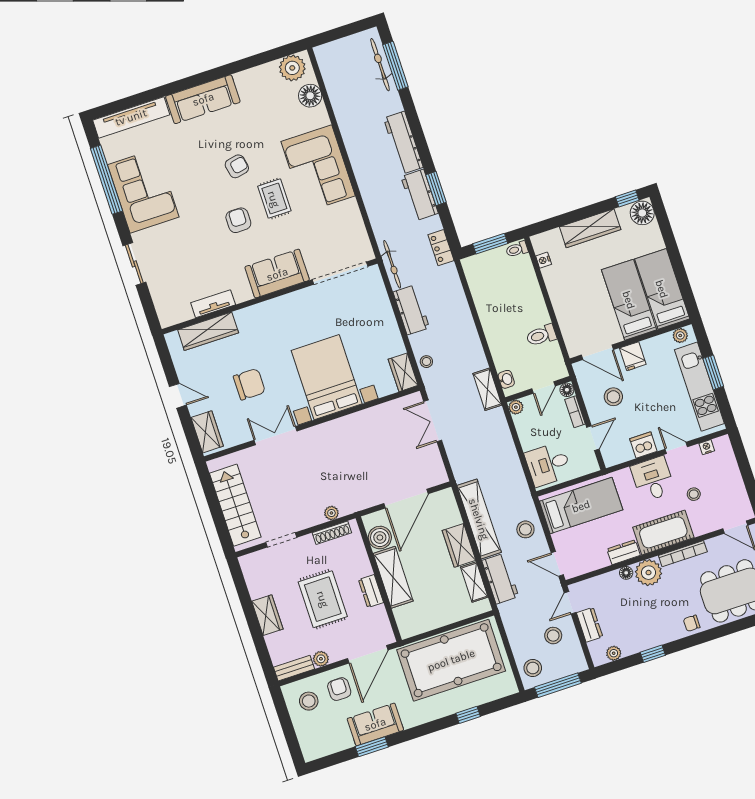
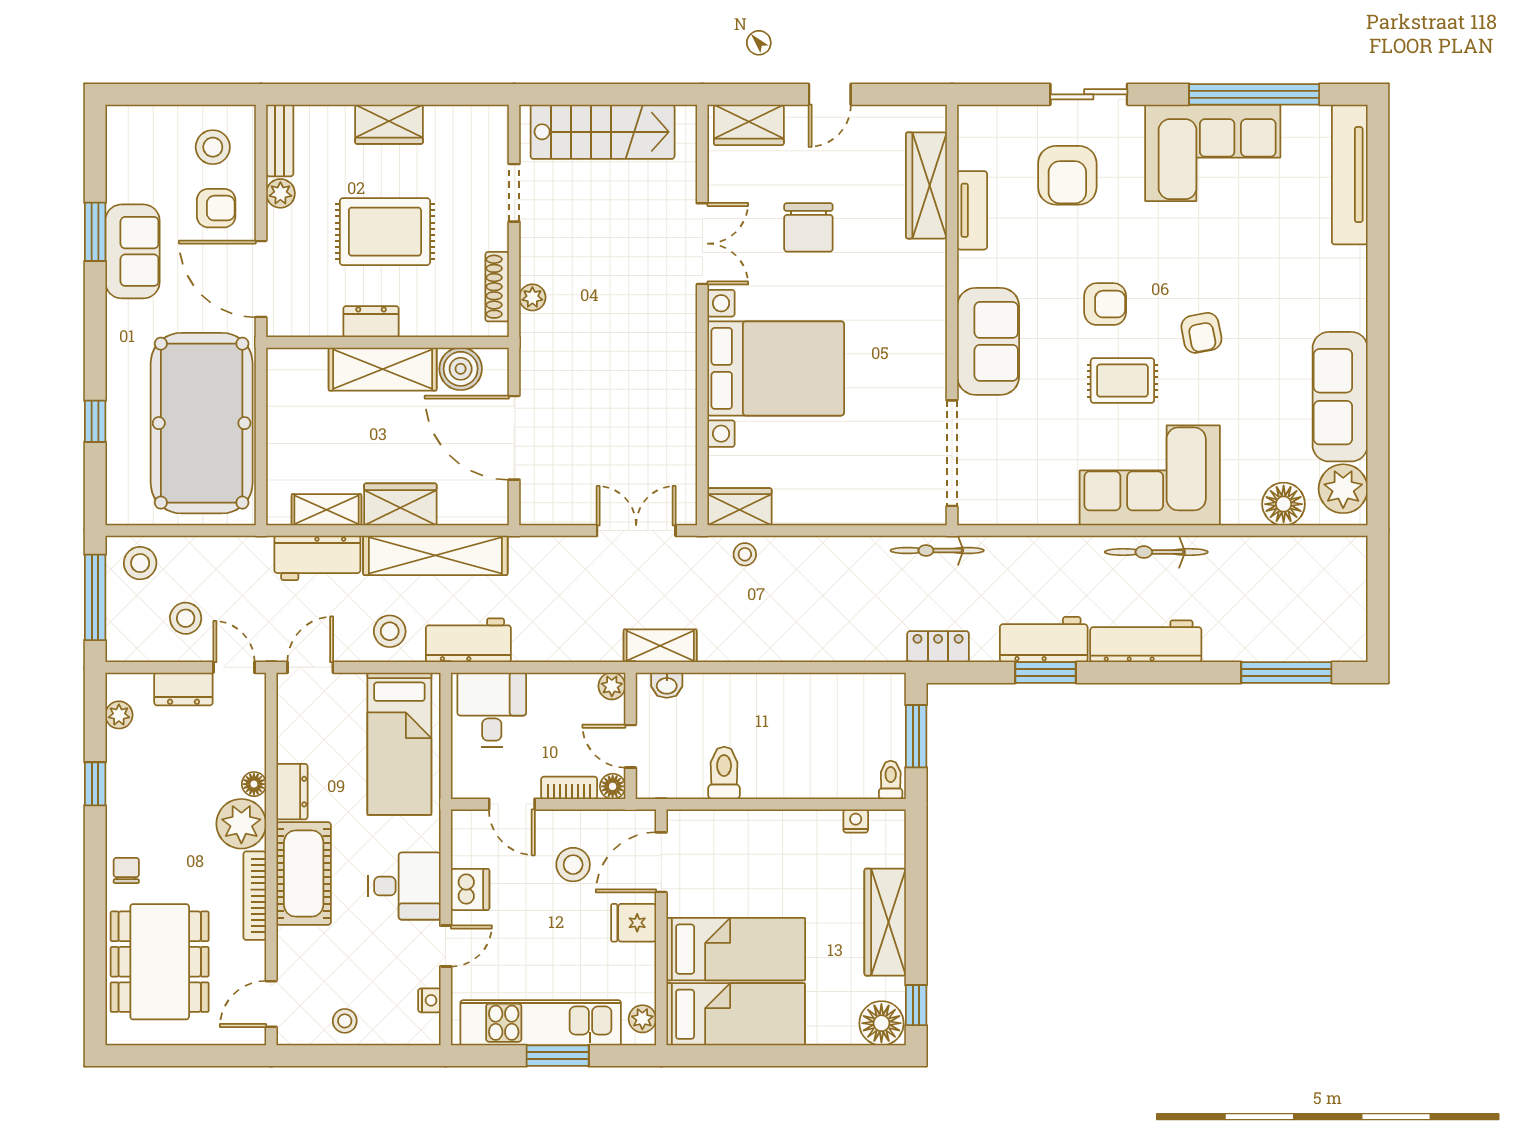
bicycle: (380, 65) -> (1156, 552), moved, turned 180
sofa: (203, 99) -> (1340, 397), moved
armchair: (179, 261) -> (1067, 175), added
workbench: (411, 310) -> (468, 640), moved, turned 180
stool: (694, 494) -> (345, 1021), moved

